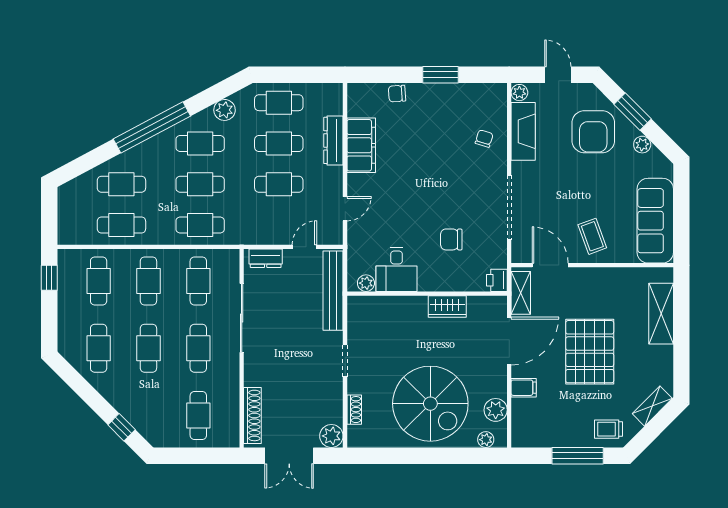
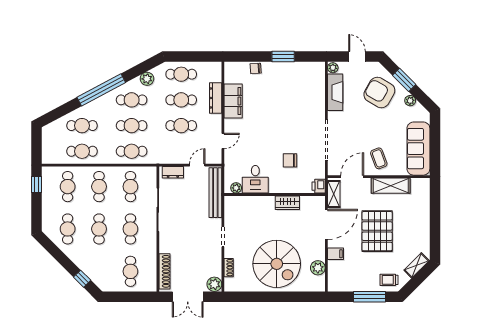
armchair: (593, 132) -> (379, 92), turned 120
chair: (484, 139) -> (311, 97), removed
door: (550, 265) -> (352, 177), hinge flipped
shelving: (661, 314) -> (391, 186), moved, turned 90
plant: (486, 440) -> (312, 287), removed

